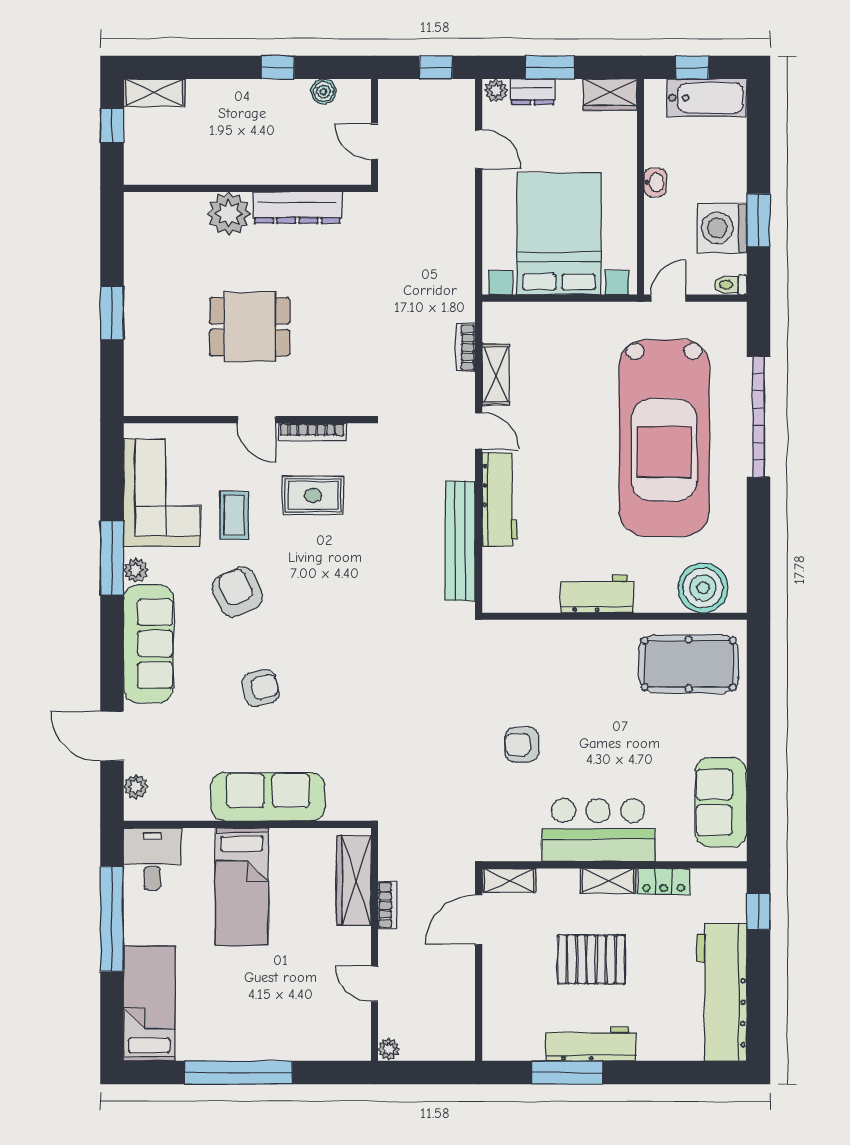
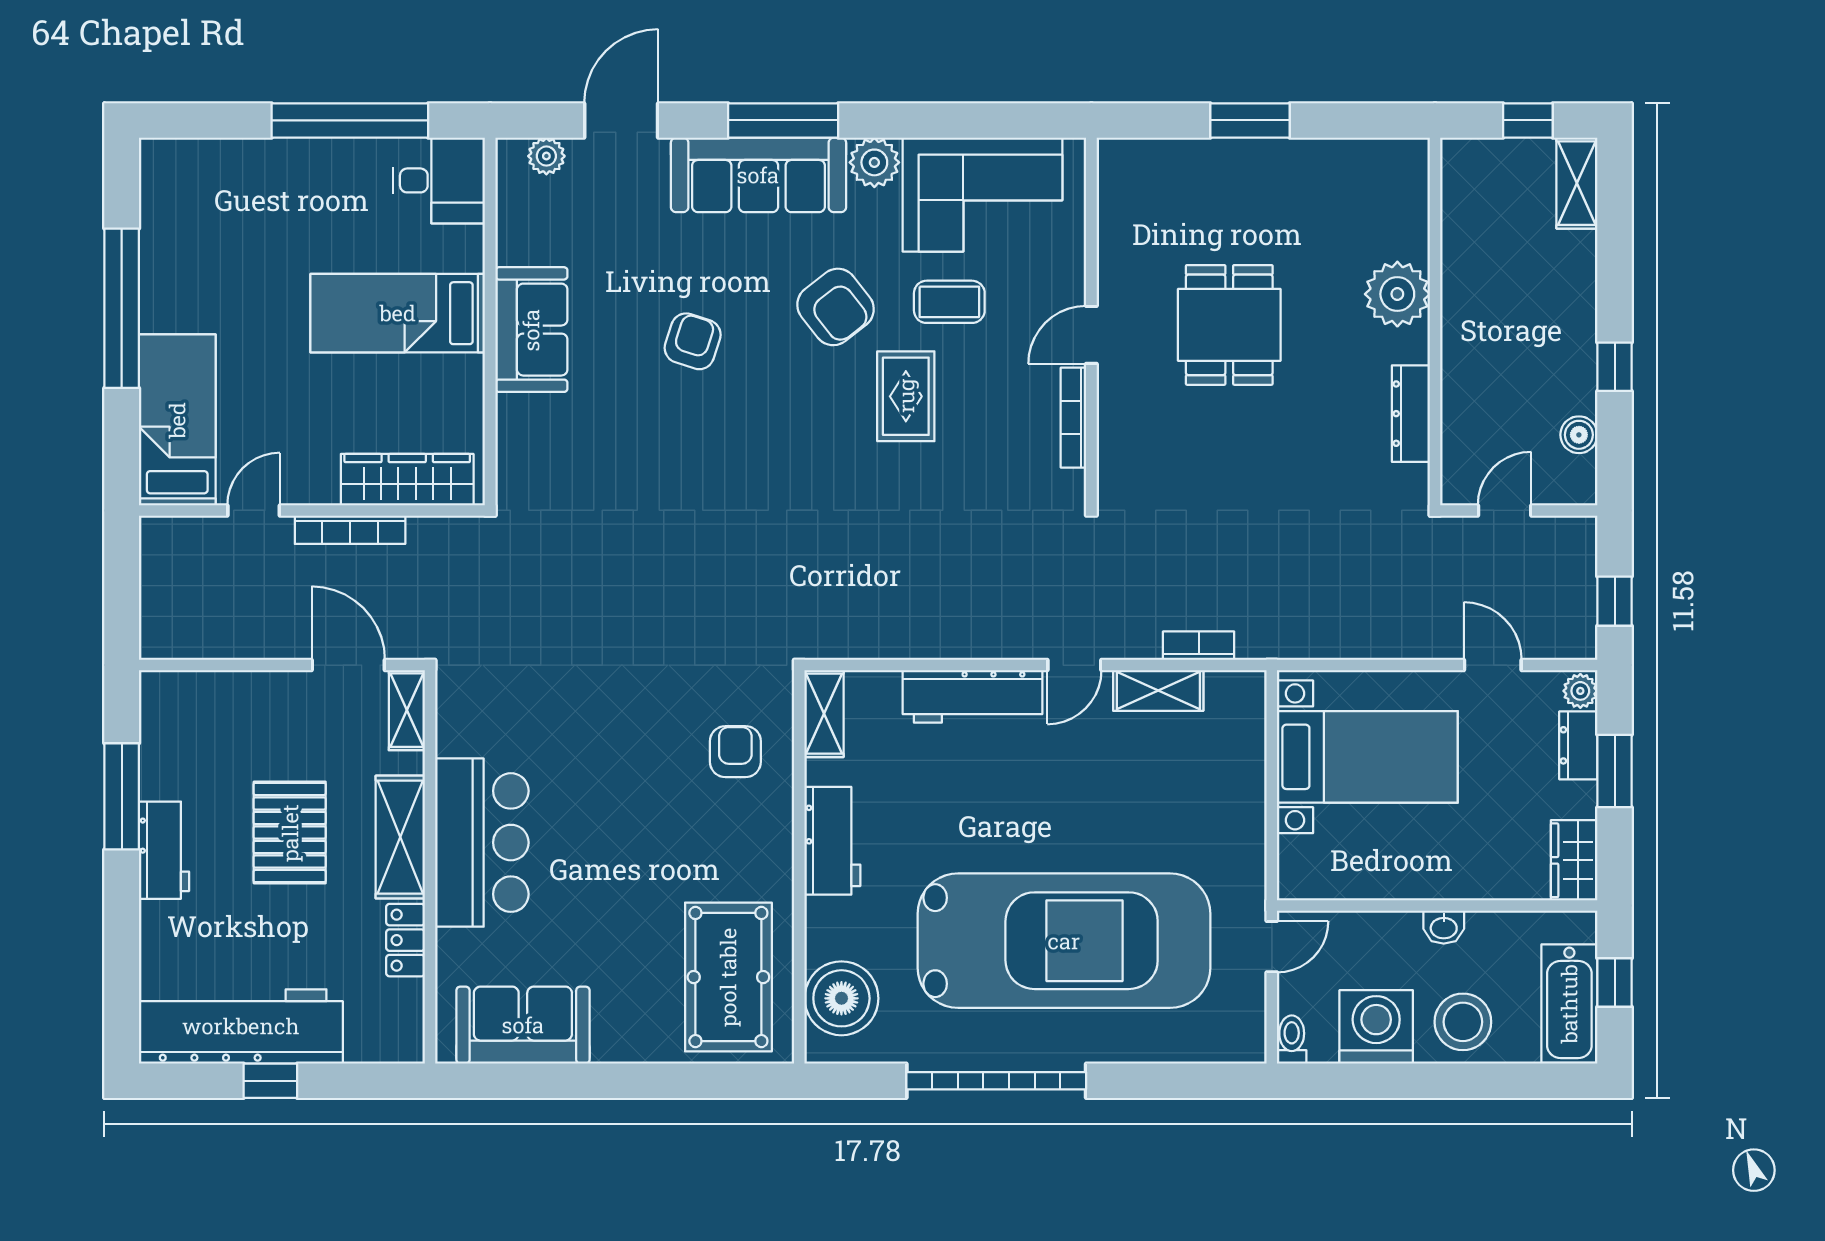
door: (479, 149) -> (1493, 665), swing flipped
stool: (719, 169) -> (1463, 1022), added
dresser: (297, 208) -> (1411, 414), width x0.73, depth x0.80
window: (758, 220) -> (1388, 1081), removed
bed with nightstands: (559, 234) -> (1367, 757), width x0.73
door: (668, 298) -> (1272, 947), hinge flipped
garage door: (758, 417) -> (996, 1081), moved
car: (664, 438) -> (1064, 941), turned 180
rug: (313, 495) -> (906, 396), moved
bench: (460, 541) -> (911, 638), removed
window: (112, 558) -> (783, 120), moved
plant: (136, 570) -> (874, 162), width x1.38, depth x1.38
armchair: (237, 592) -> (836, 307), turned 76
shelving: (511, 600) -> (824, 714), added
armchair: (261, 688) -> (693, 341), turned -147
armchair: (522, 744) -> (735, 752), moved
sofa: (268, 797) -> (531, 330), width x0.73
shelving: (608, 881) -> (400, 837), width x1.50, depth x1.33
bookcase: (387, 905) -> (350, 530), width x1.56
window: (758, 911) -> (270, 1081), moved
bed: (149, 1003) -> (177, 420), moved, turned -90
workbench: (591, 1044) -> (164, 850), width x0.73
plant: (389, 1049) -> (156, 532), removed

